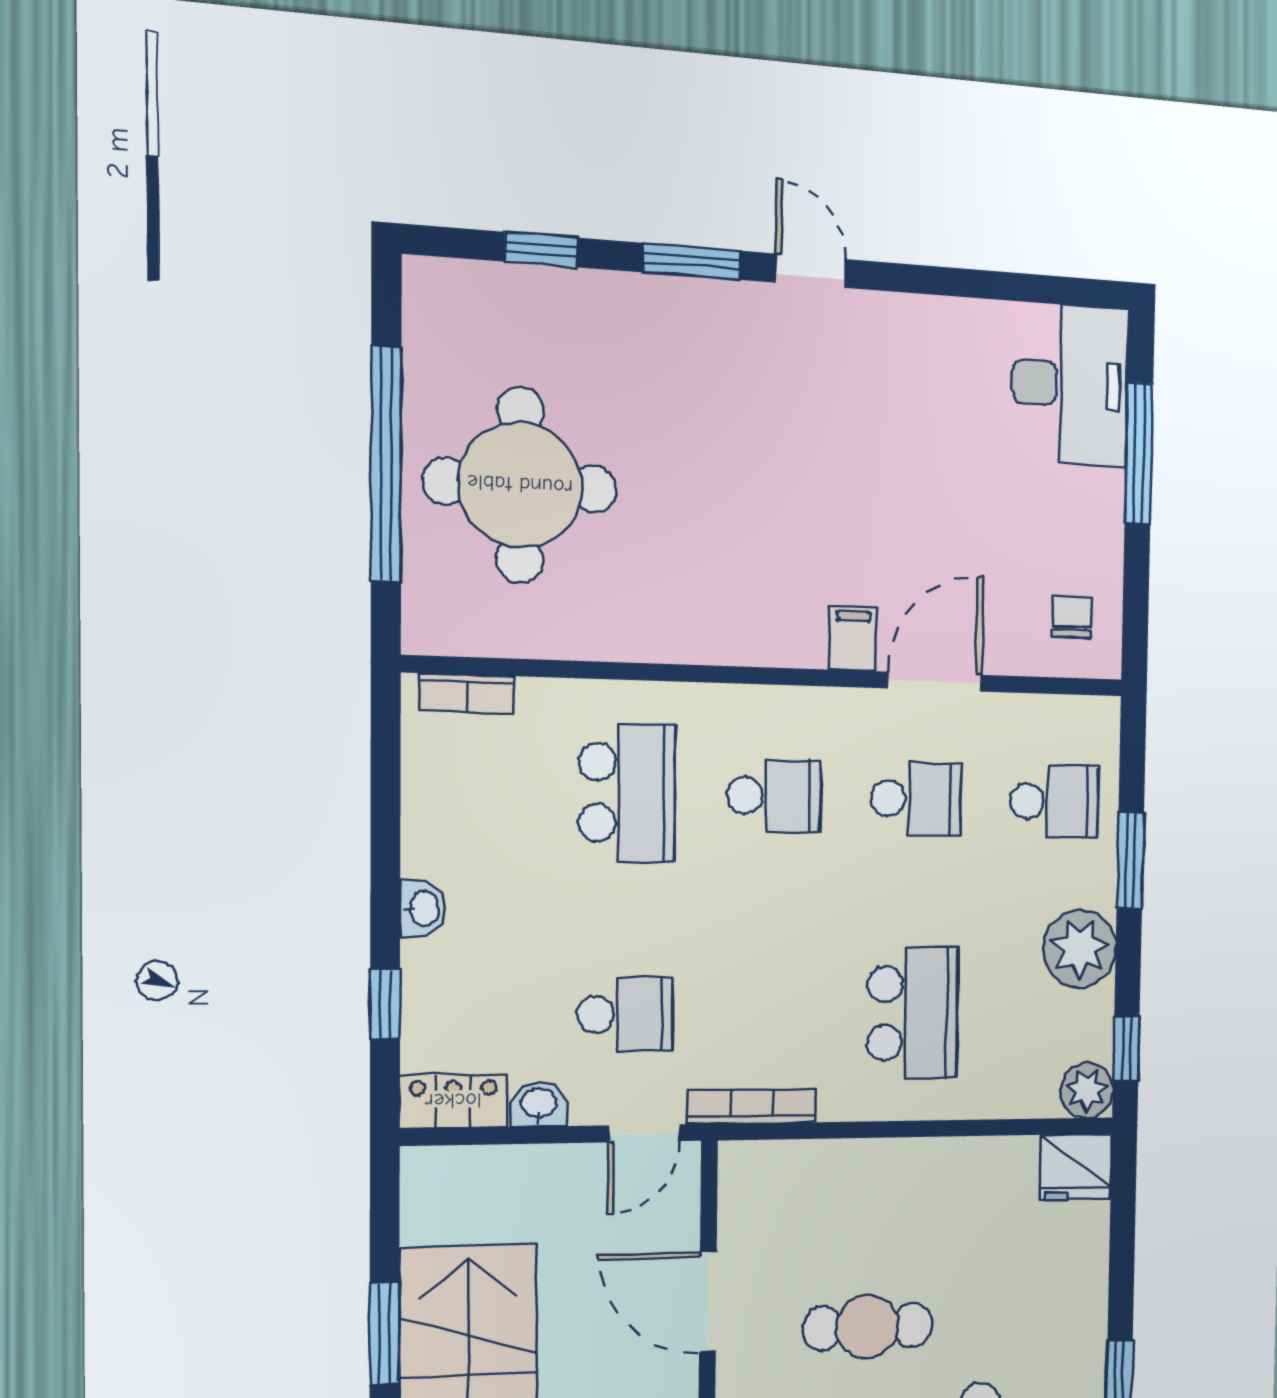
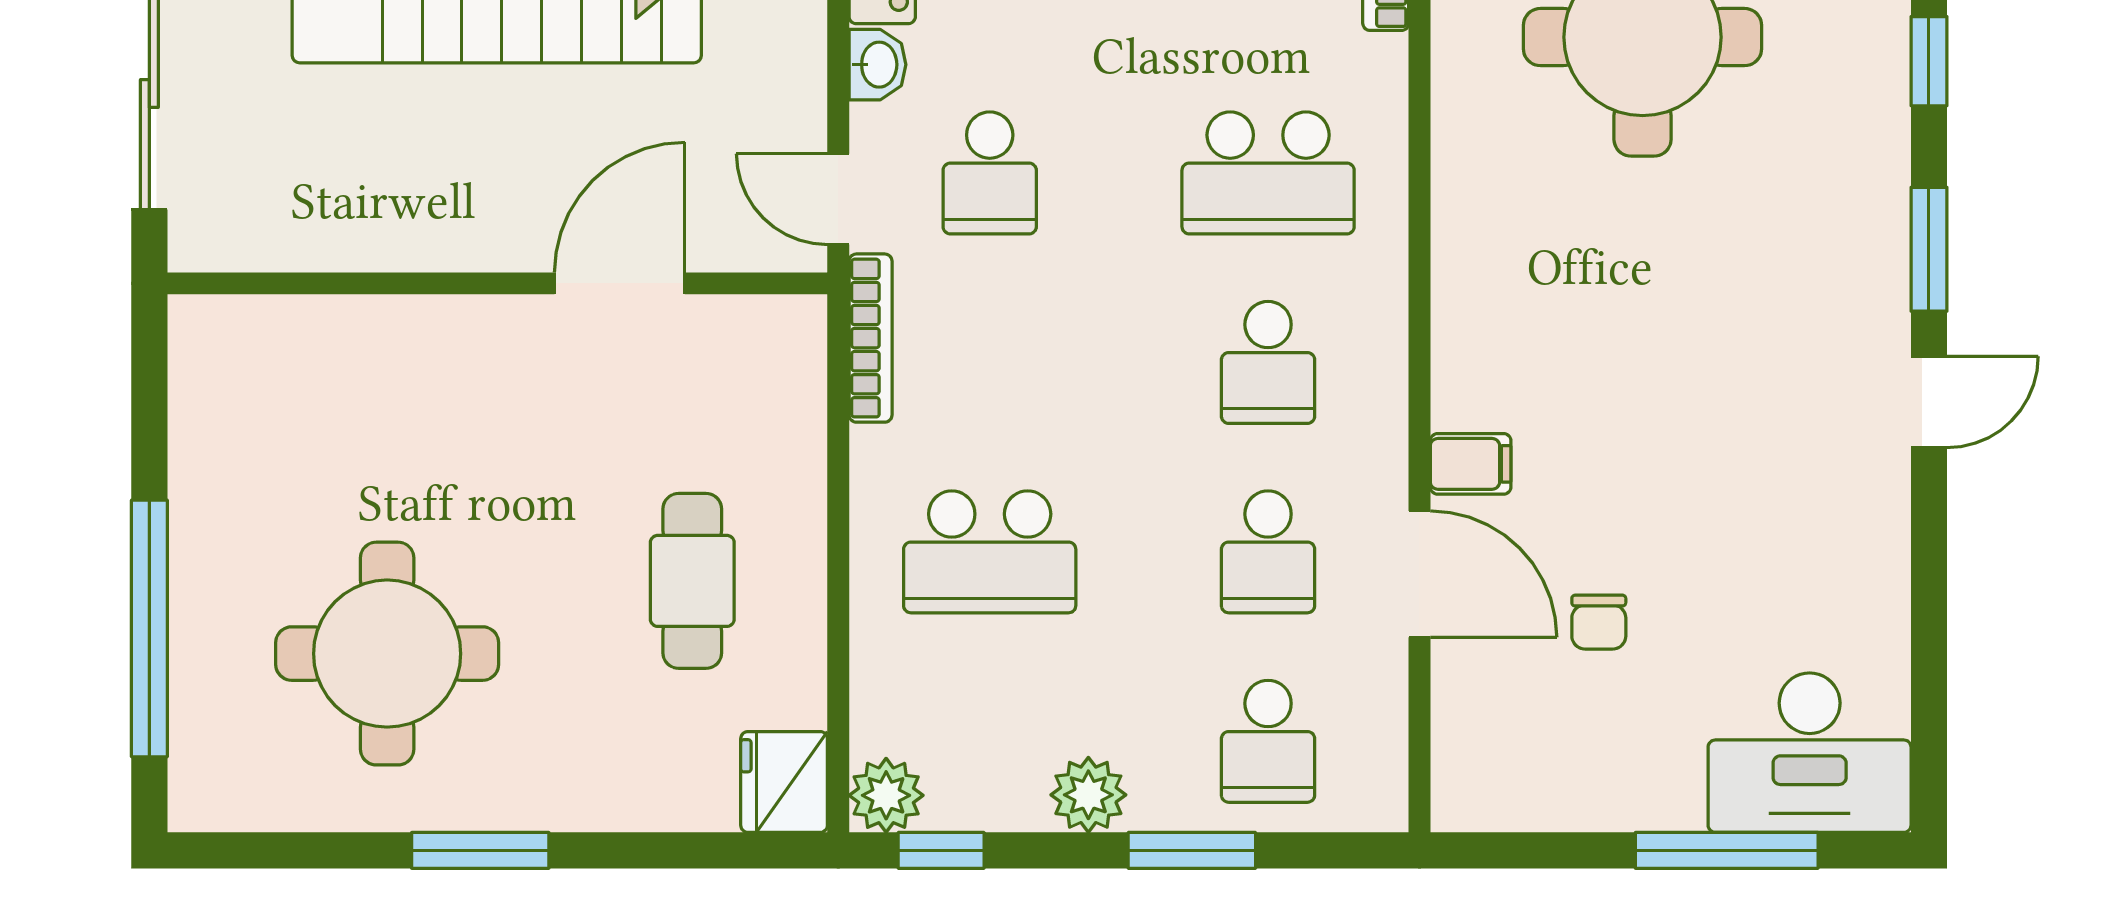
chair: (1072, 617) -> (1599, 622), moved, turned 90
plant: (1080, 949) -> (1088, 795), width x0.73, depth x0.73
cafe table: (868, 1327) -> (692, 581), moved

